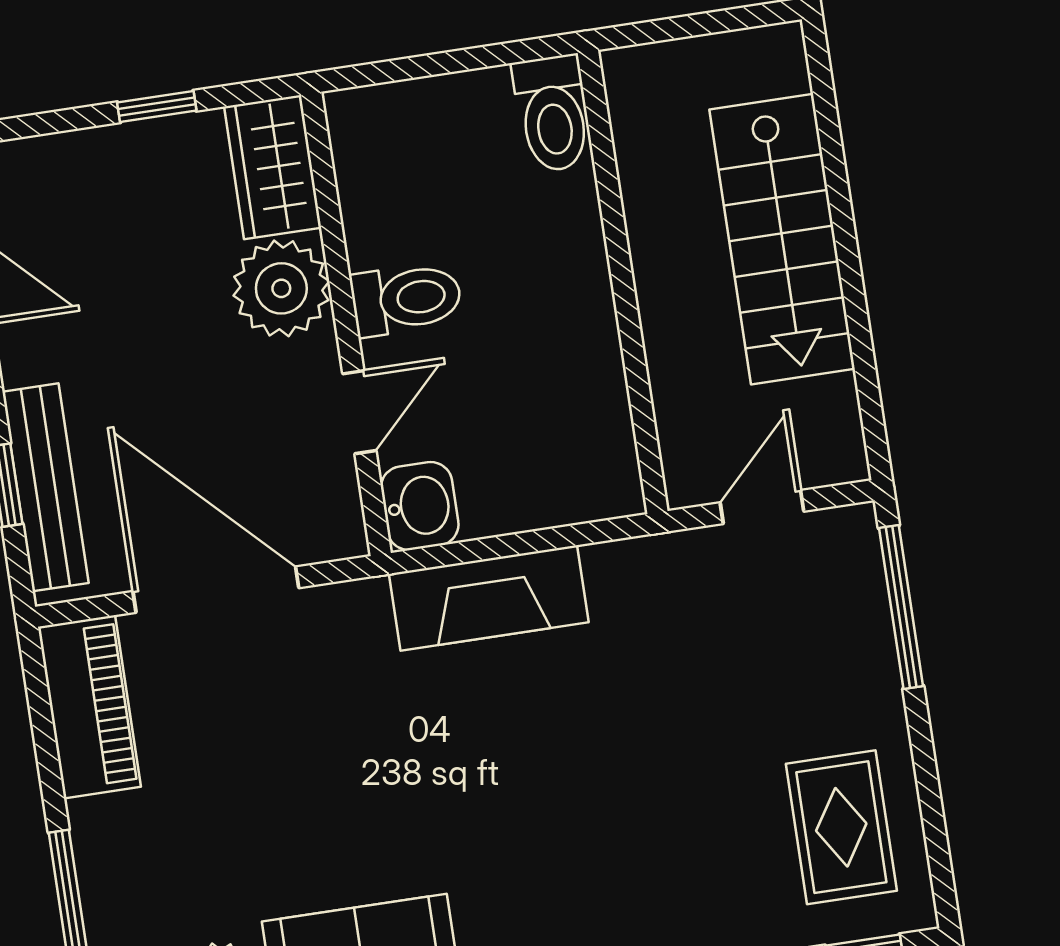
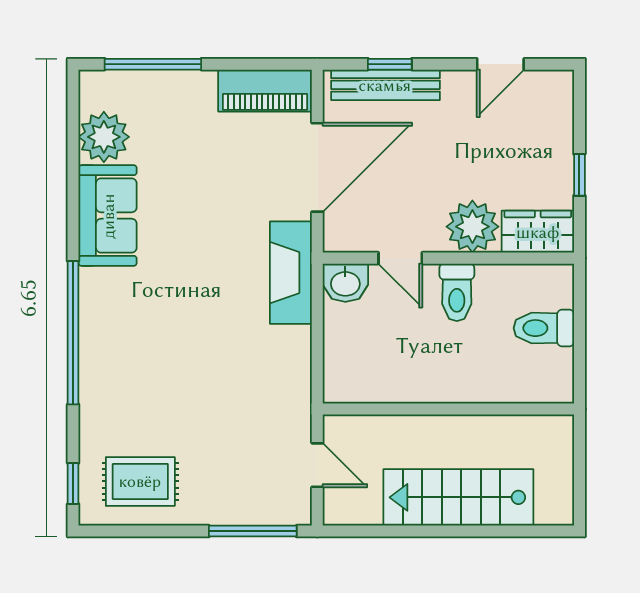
toilet: (553, 114) -> (544, 328), moved
fireplace: (489, 598) -> (291, 273), moved

